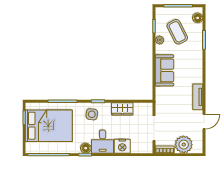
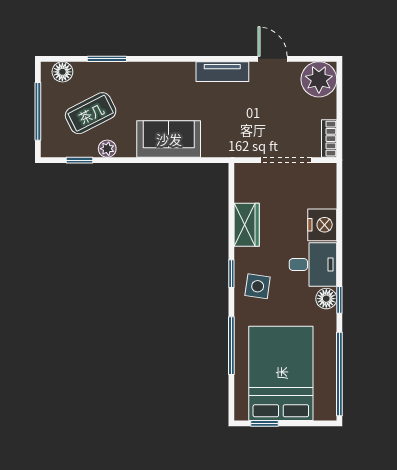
plant: (184, 145) -> (319, 79), moved

